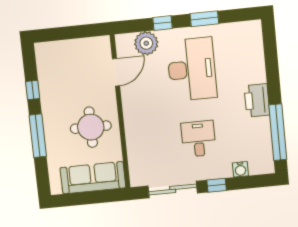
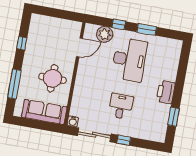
window: (278, 132) -> (174, 117), width x0.47
window: (38, 136) -> (14, 84), moved
water cooler: (240, 169) -> (73, 121), moved

